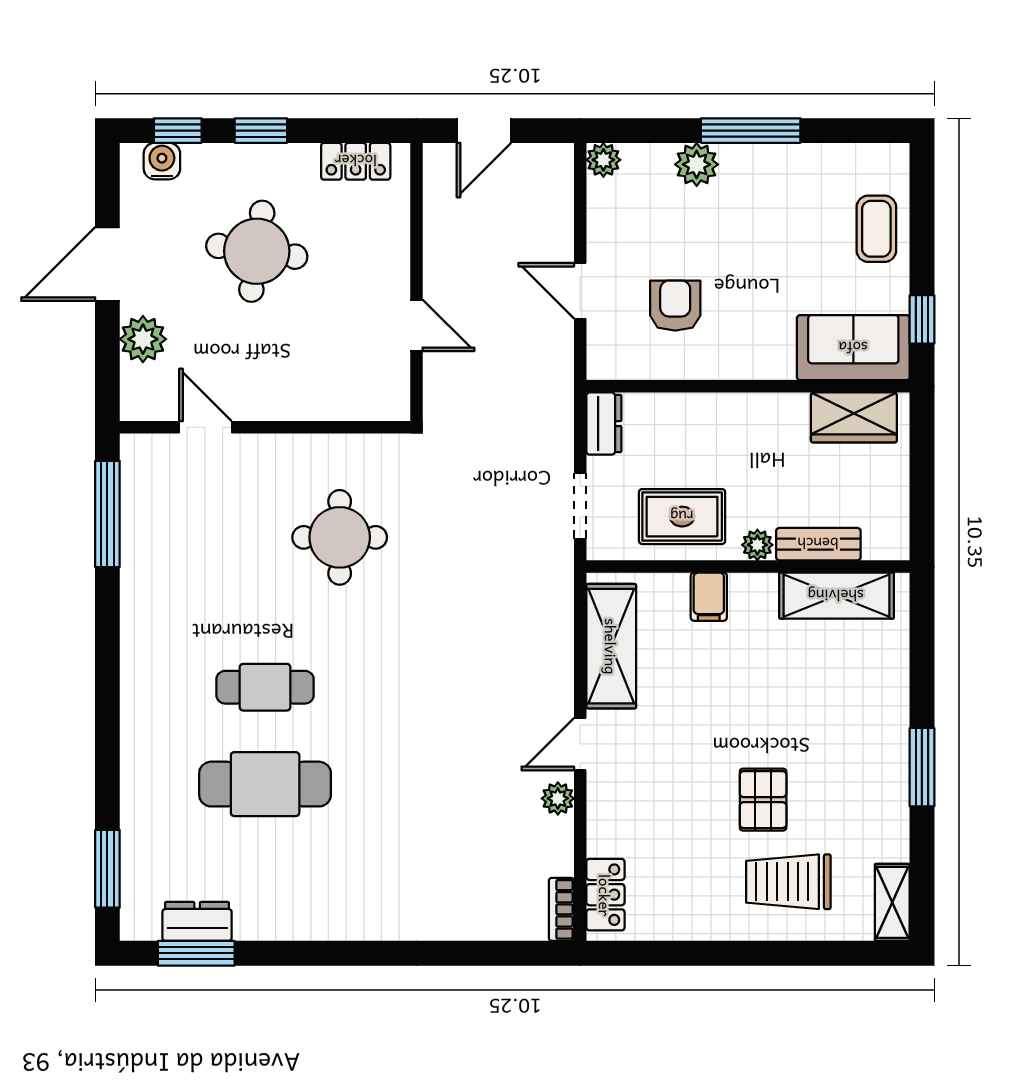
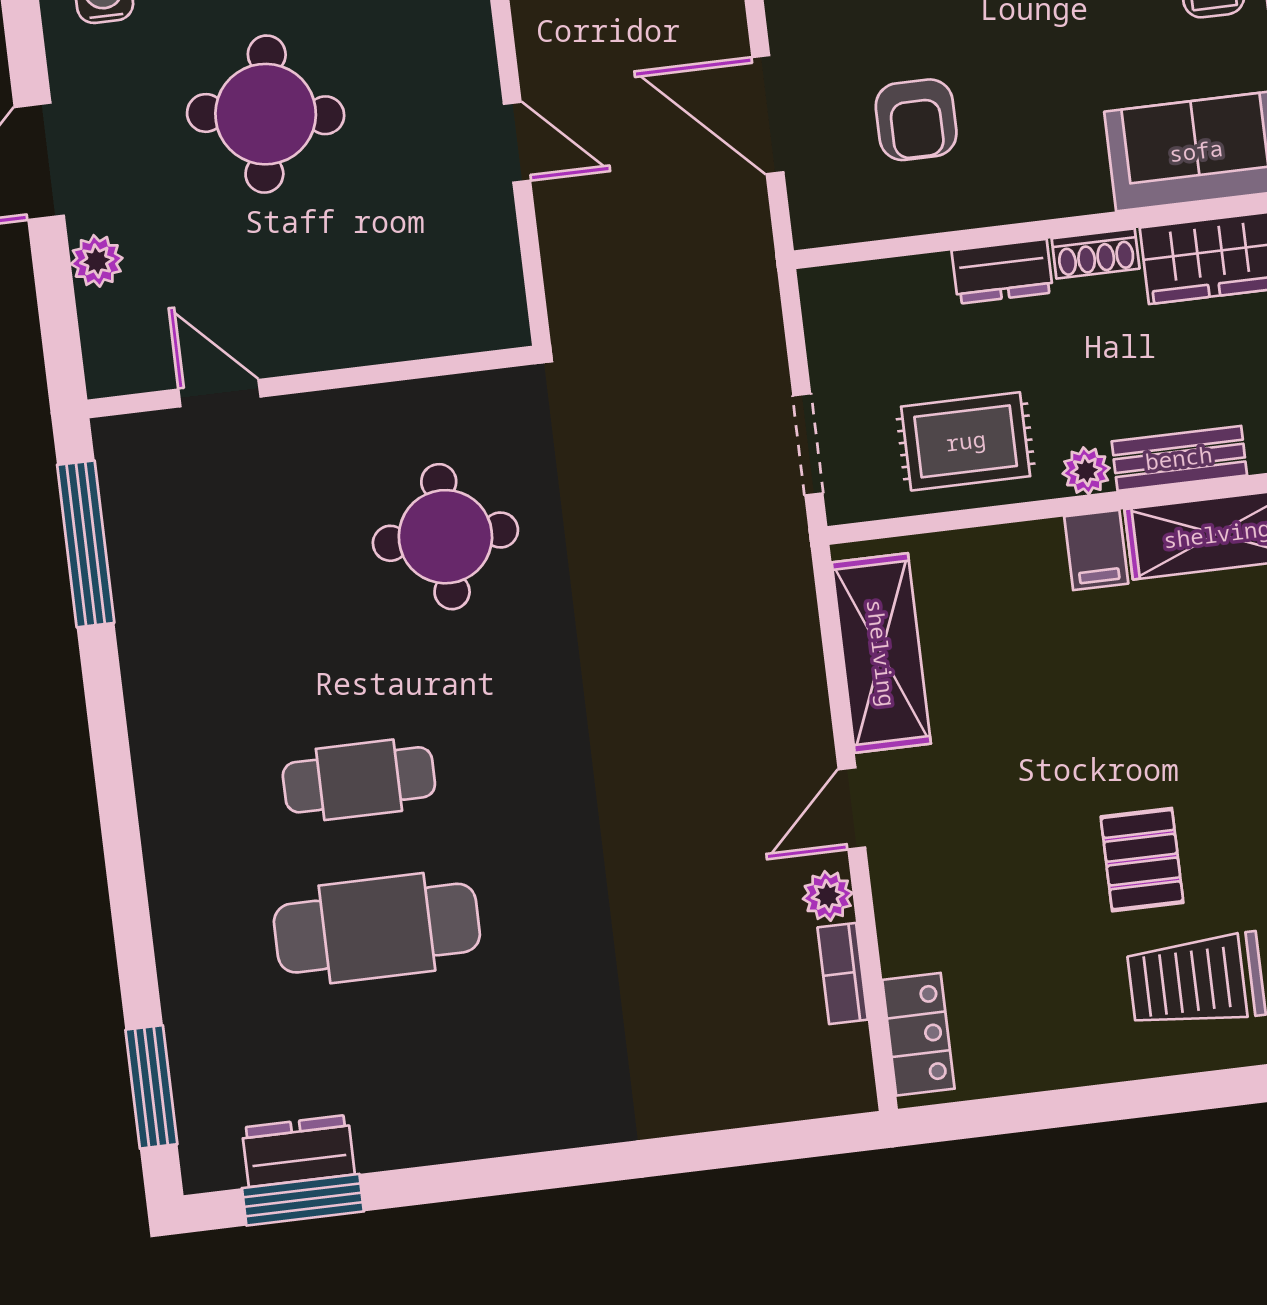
door: (580, 291) -> (768, 115), width x1.38
armchair: (675, 306) -> (916, 120), turned 180
door: (416, 325) -> (517, 142), moved
plant: (143, 339) -> (97, 261), width x0.73, depth x0.73
shoe rack: (780, 406) -> (1096, 253), added
dresser: (604, 424) -> (1002, 271), moved, turned 90
filing cabinet: (709, 597) -> (1096, 550), moved
bookcase: (561, 909) -> (843, 973), moved

